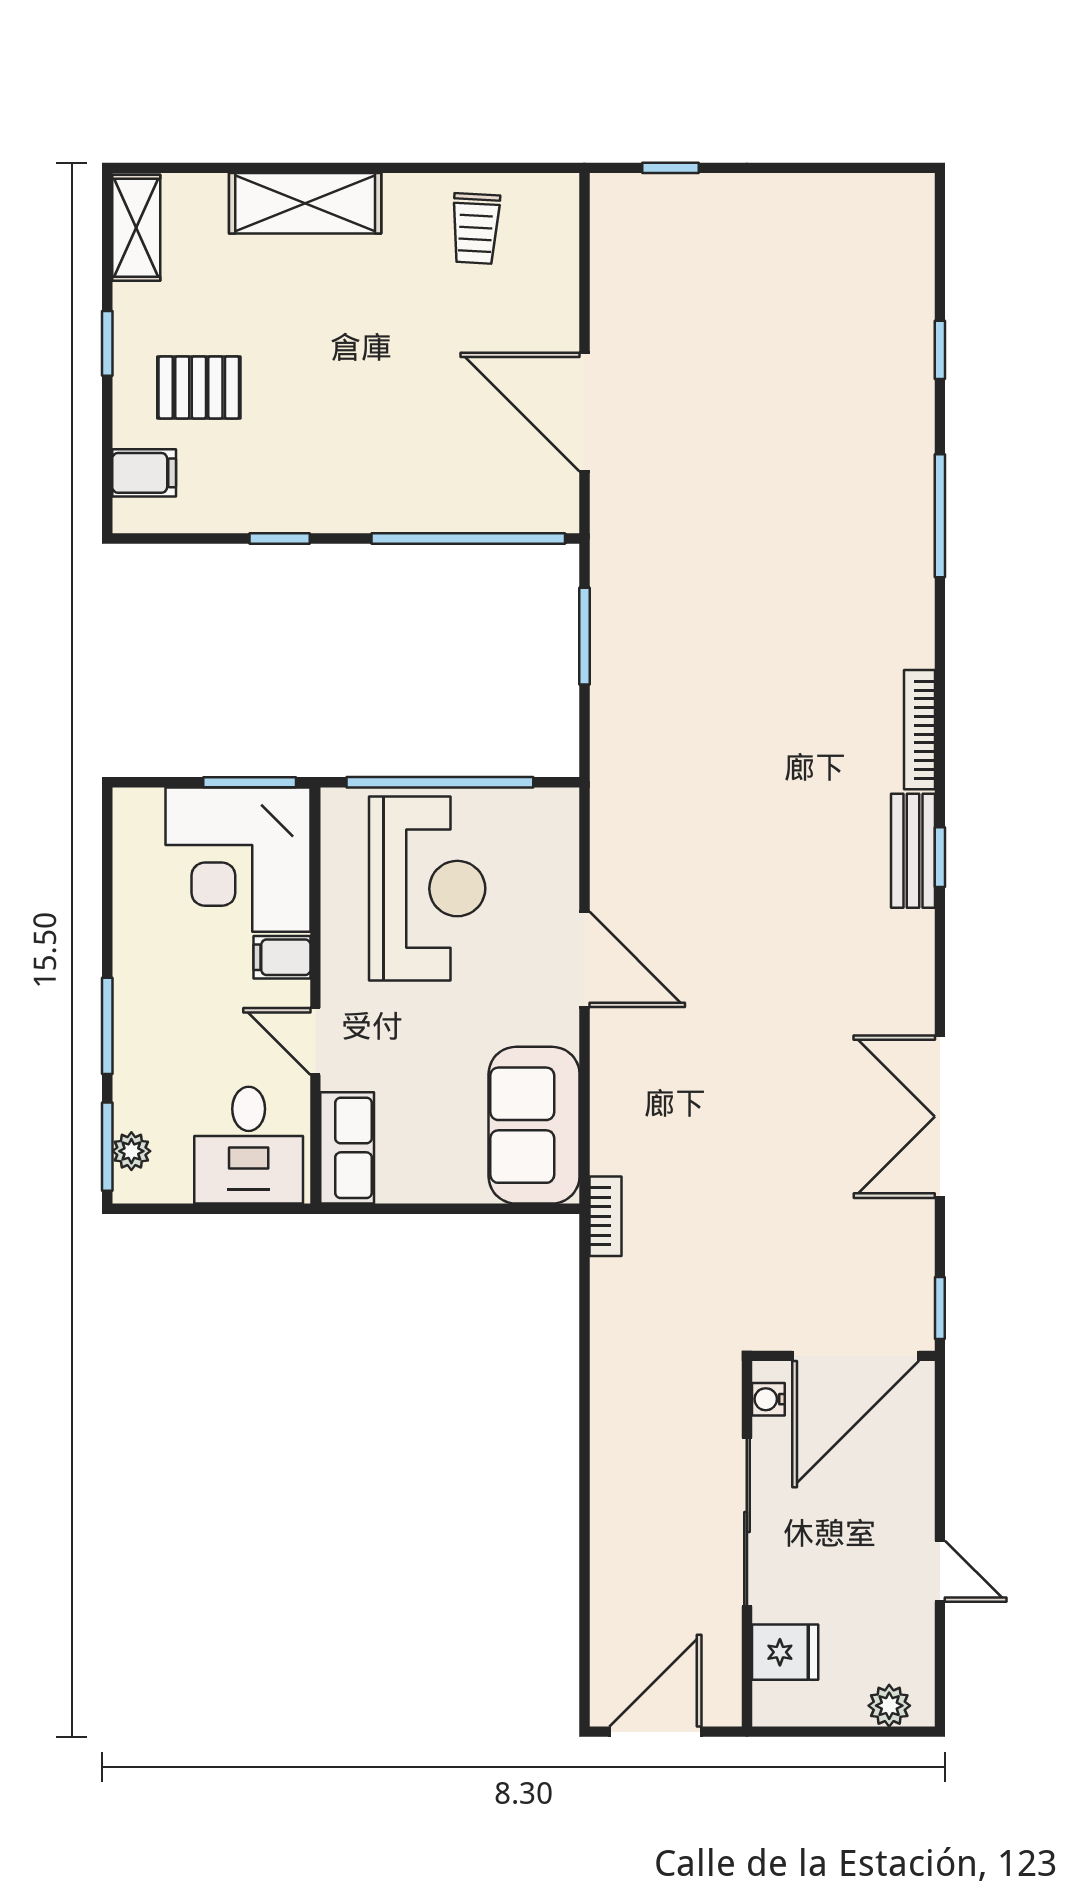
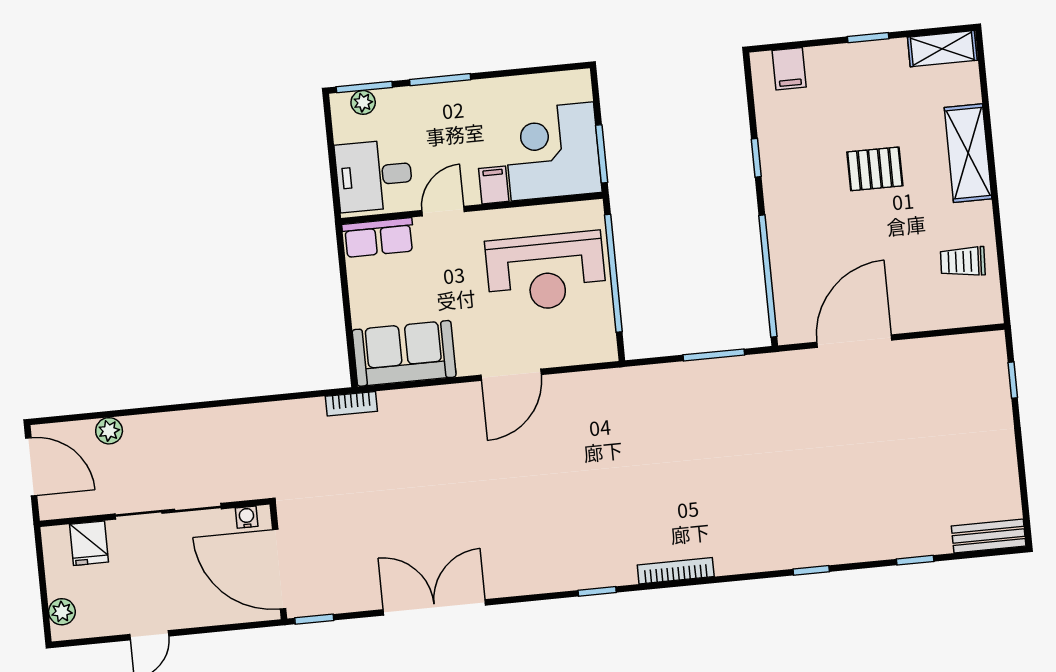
pallet: (199, 387) -> (875, 169), moved, turned 90
window: (940, 516) -> (811, 570), width x0.46
bench: (913, 851) -> (989, 536), moved
plant: (611, 1603) -> (109, 431), added

